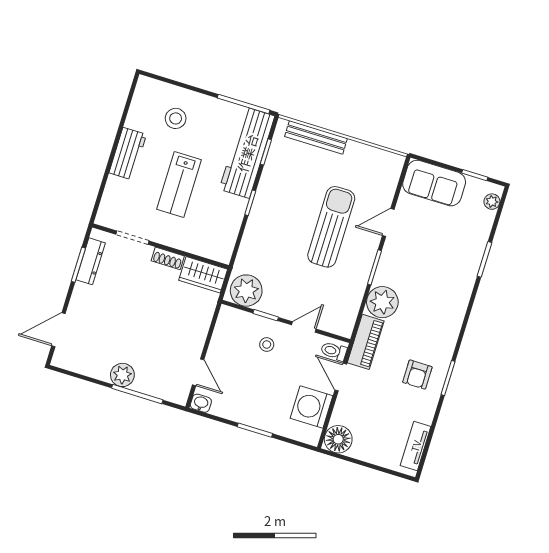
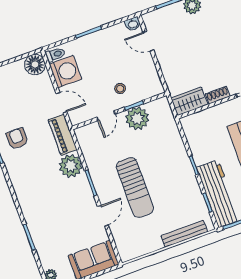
plant: (246, 291) -> (137, 118), moved
toilet: (334, 351) -> (55, 54), moved

